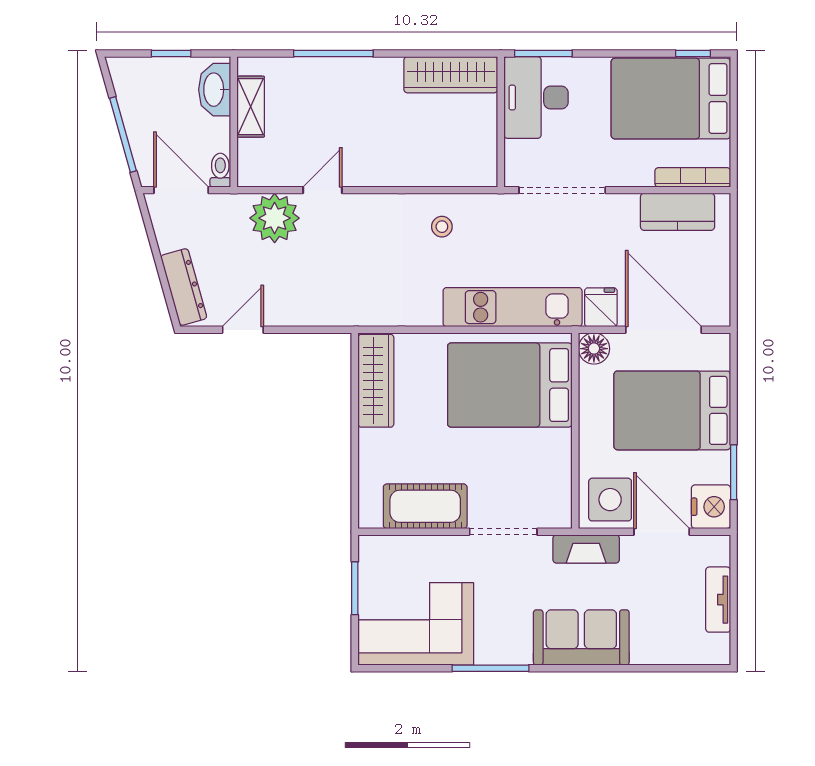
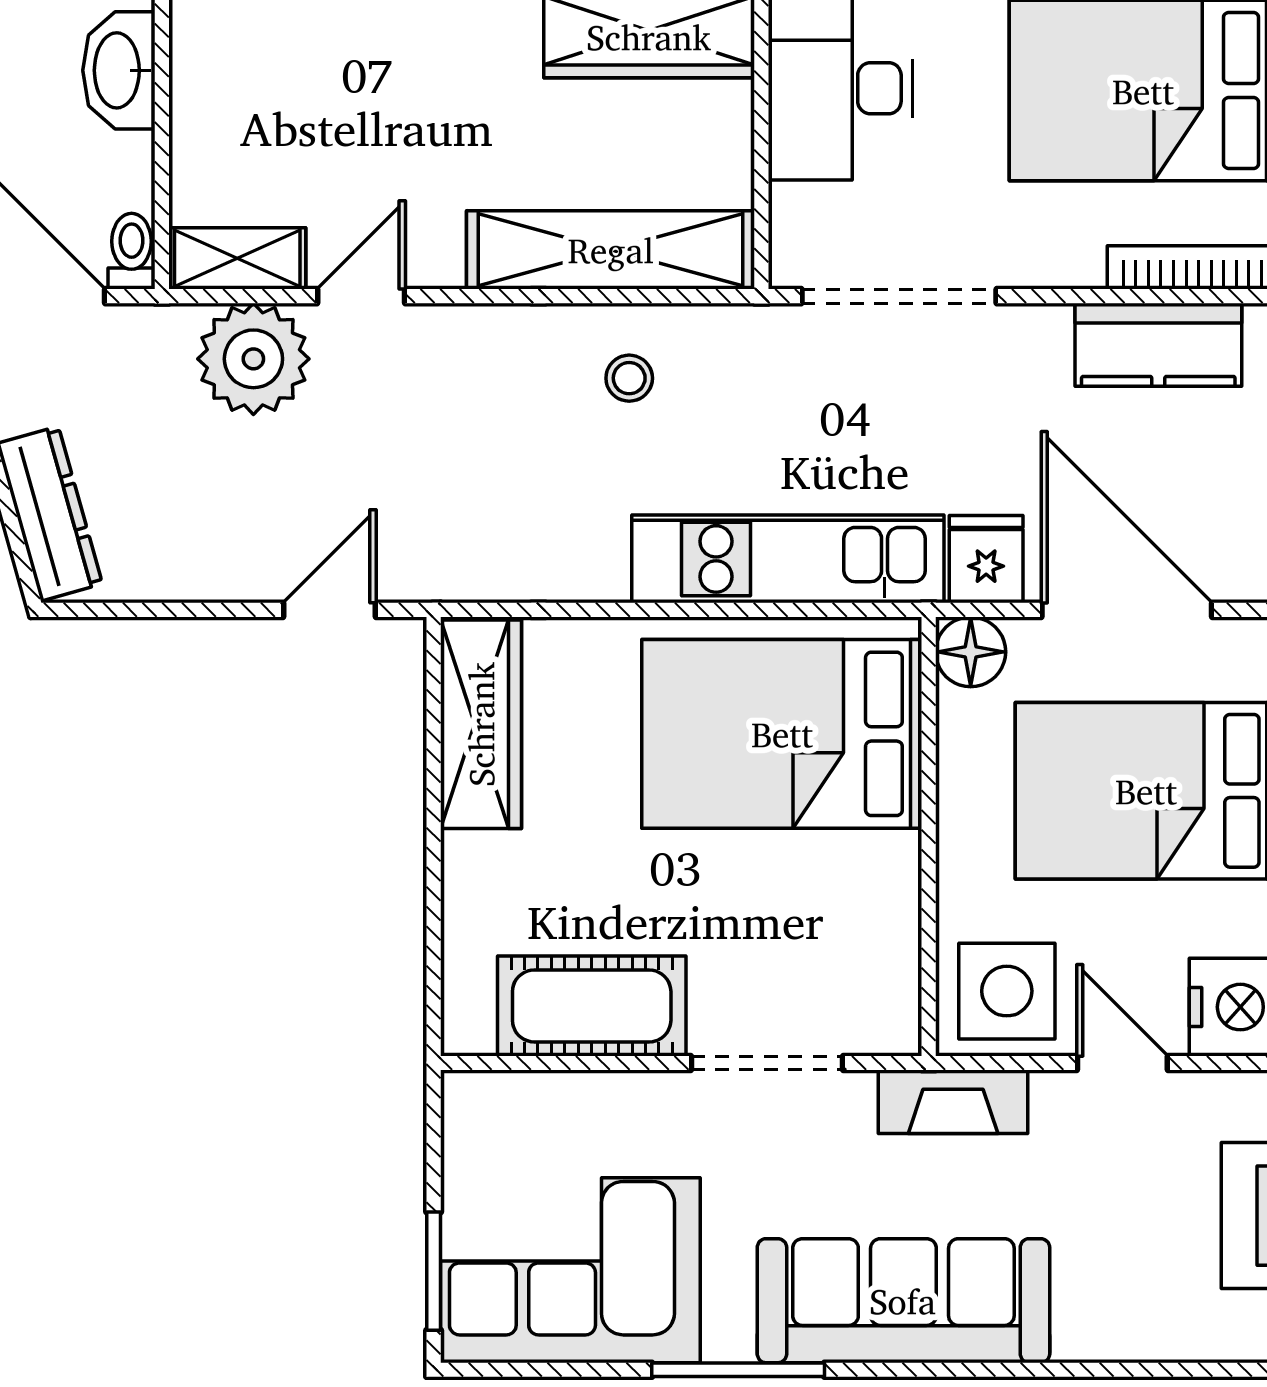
shelving: (251, 107) -> (237, 258), moved, turned 90
shelving: (434, 170) -> (611, 250), added
door: (243, 330) -> (330, 610), moved
door: (662, 532) -> (1122, 1063), width x0.73
window: (355, 588) -> (434, 1271), moved
sofa: (581, 637) -> (903, 1301), width x1.36

